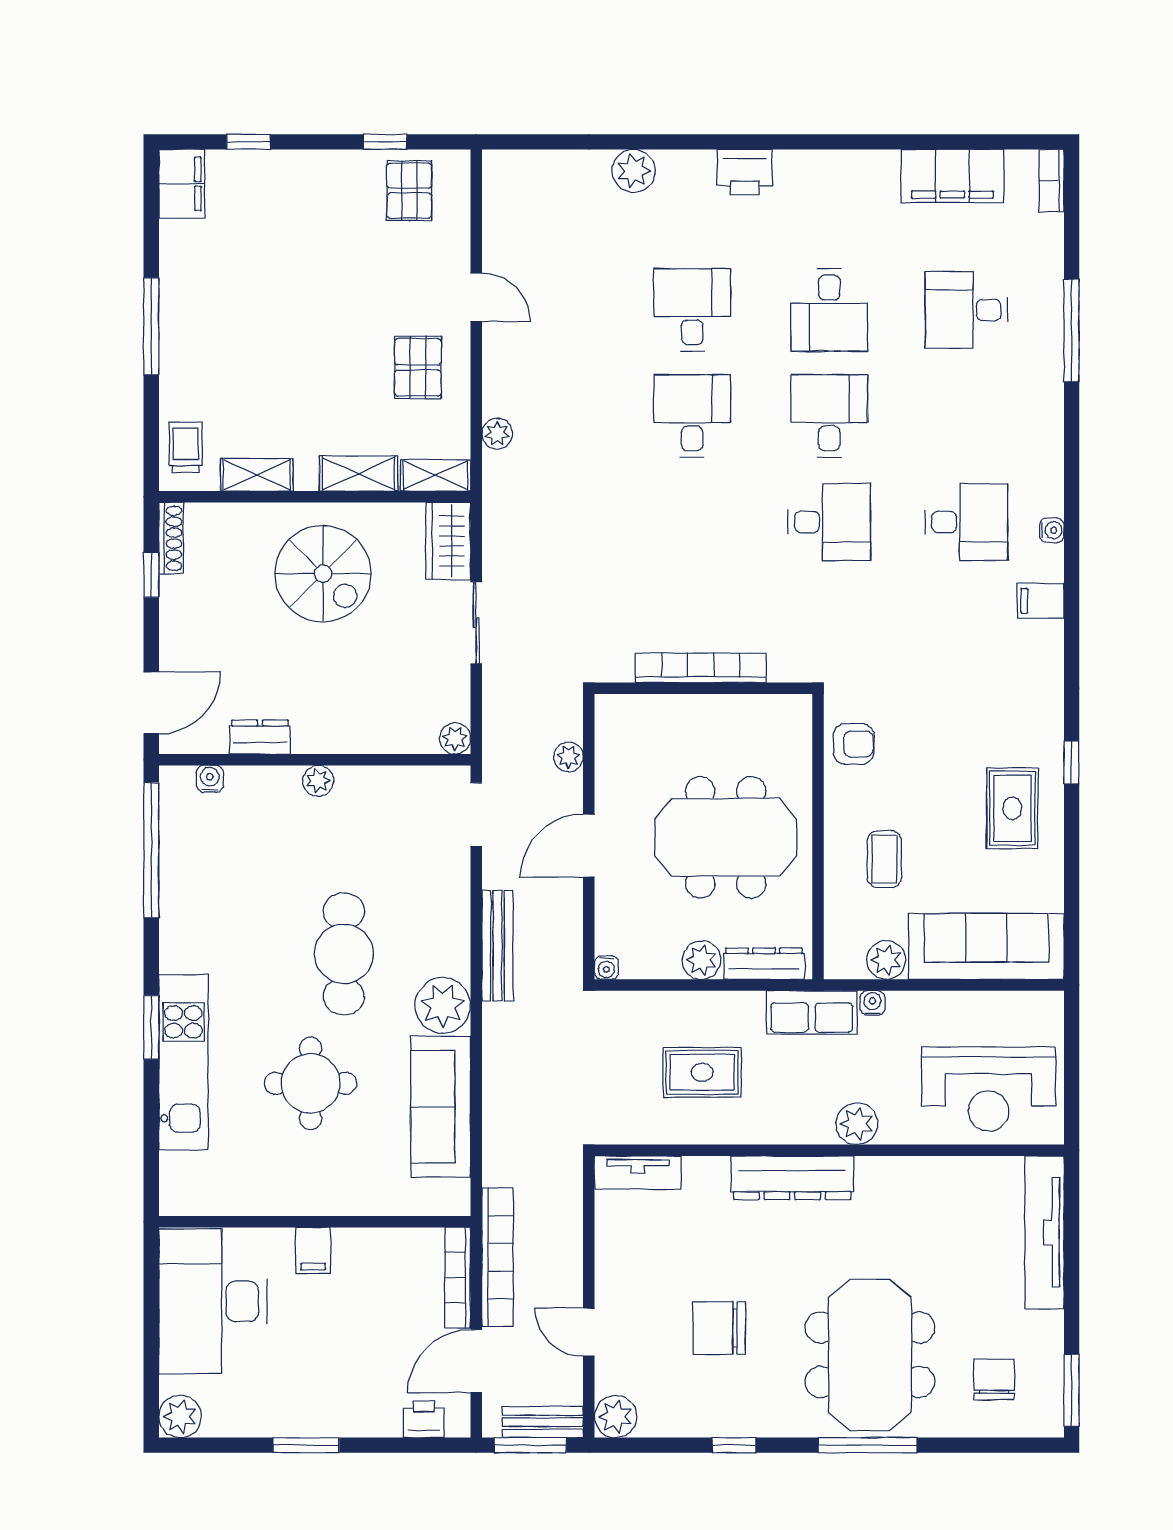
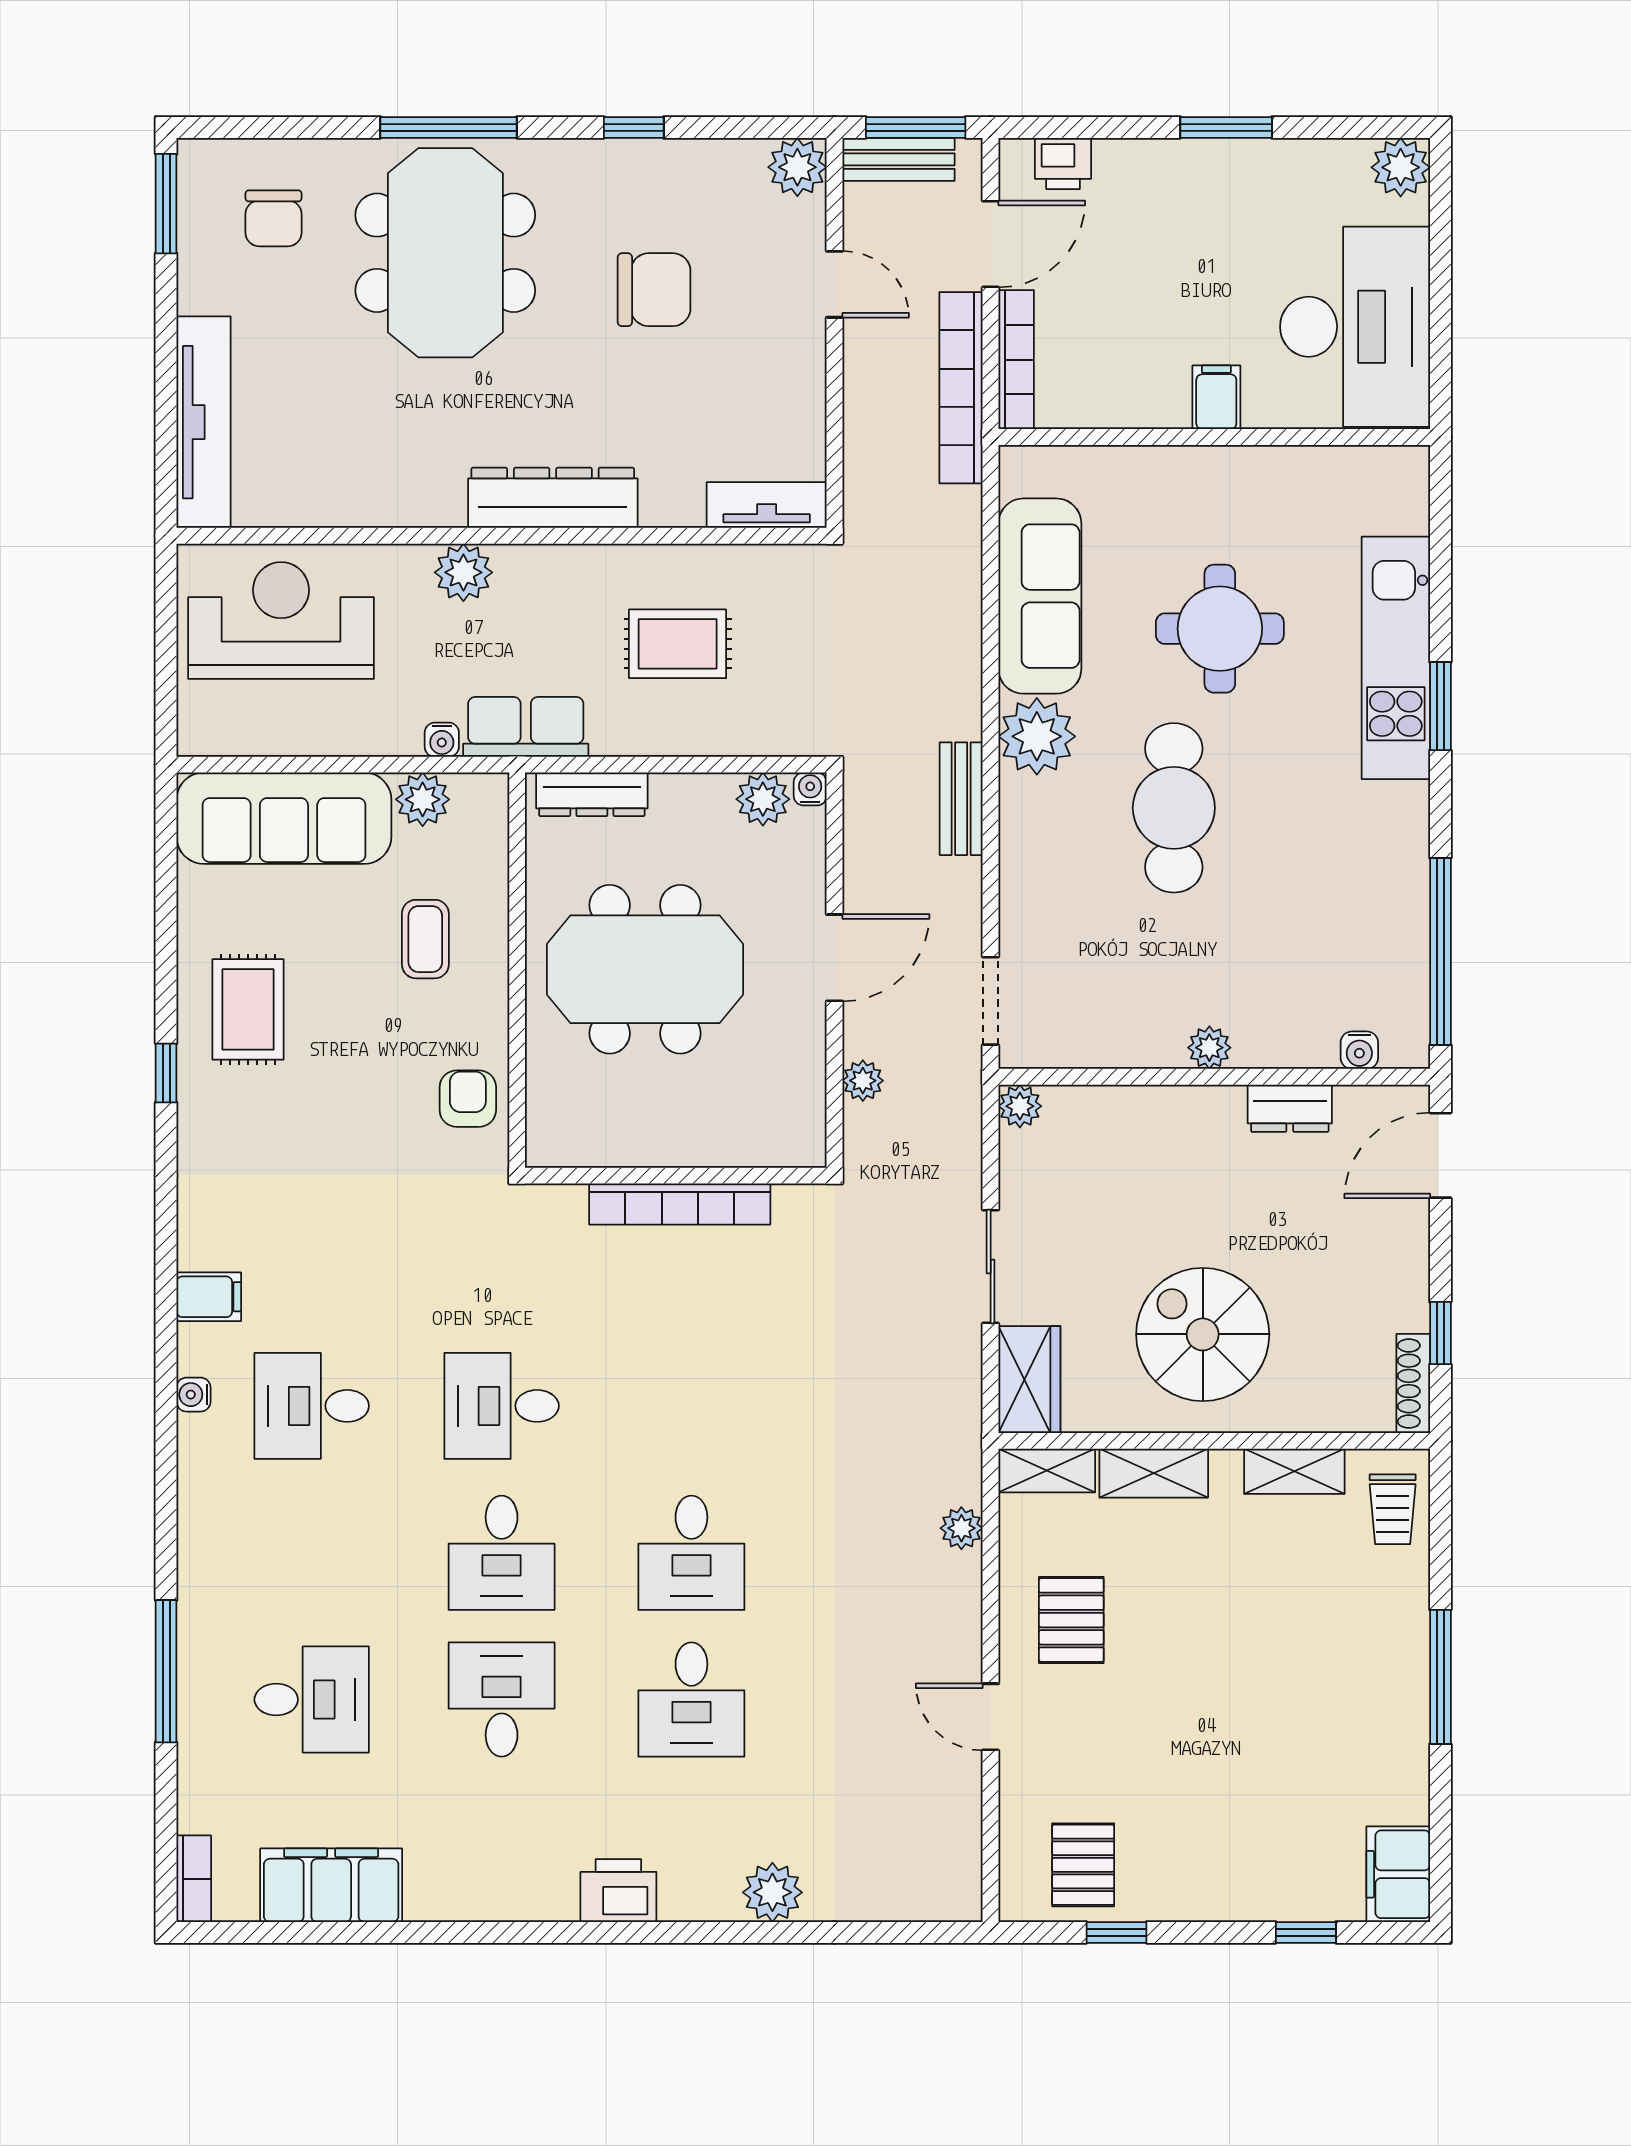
armchair: (854, 744) -> (468, 1099), turned 90
bench: (497, 946) -> (961, 799), width x0.73
plant: (702, 960) -> (763, 799), moved

